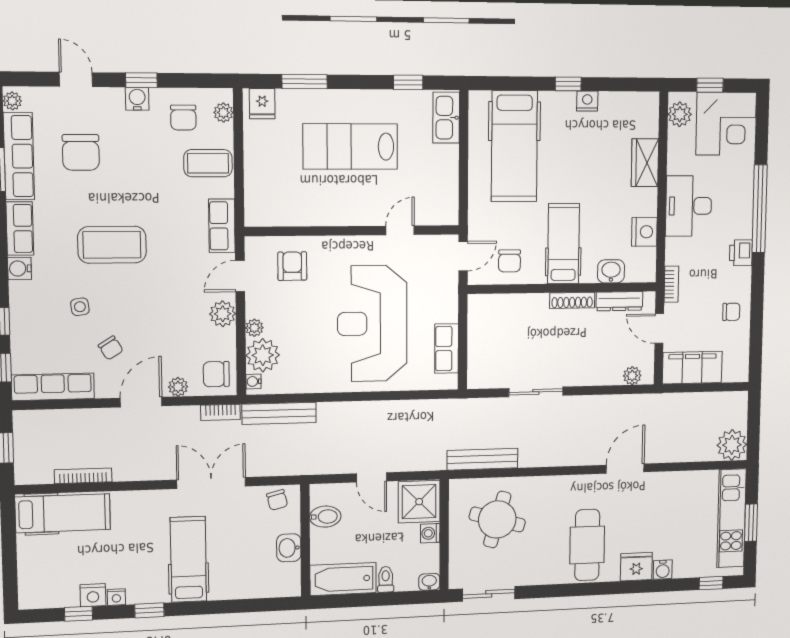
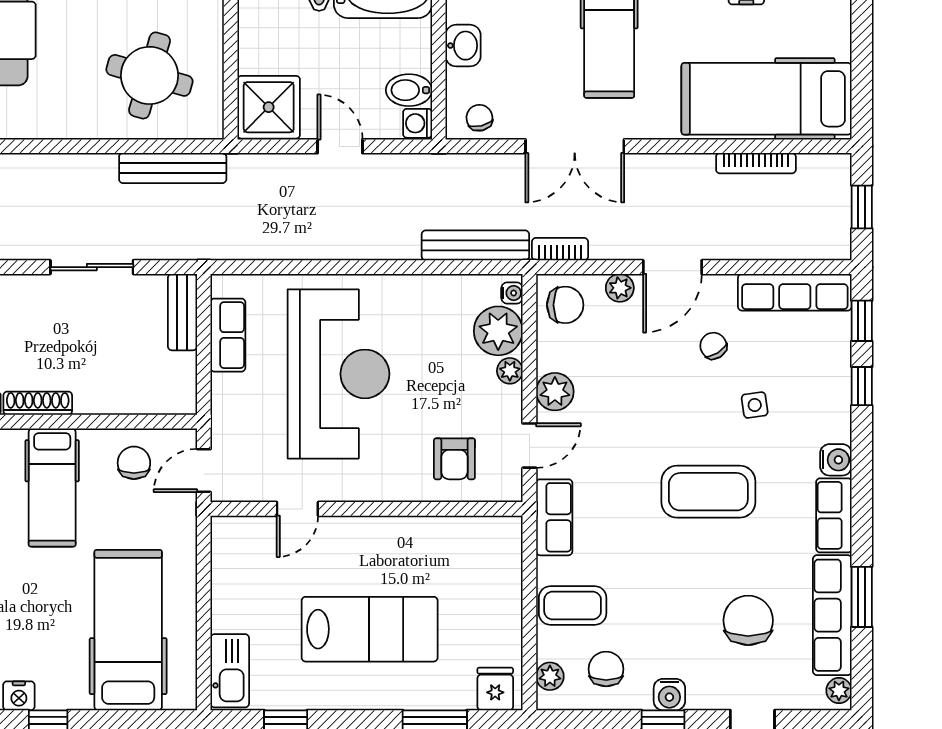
bench: (477, 363) -> (182, 312), added
hospital bed: (63, 513) -> (767, 99), width x1.37, depth x1.29
washing machine: (430, 533) -> (418, 123), moved, turned 180

